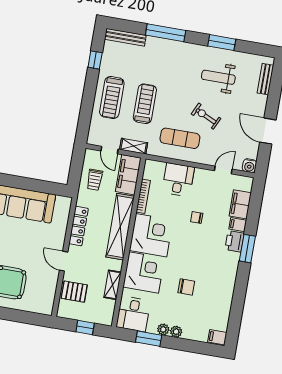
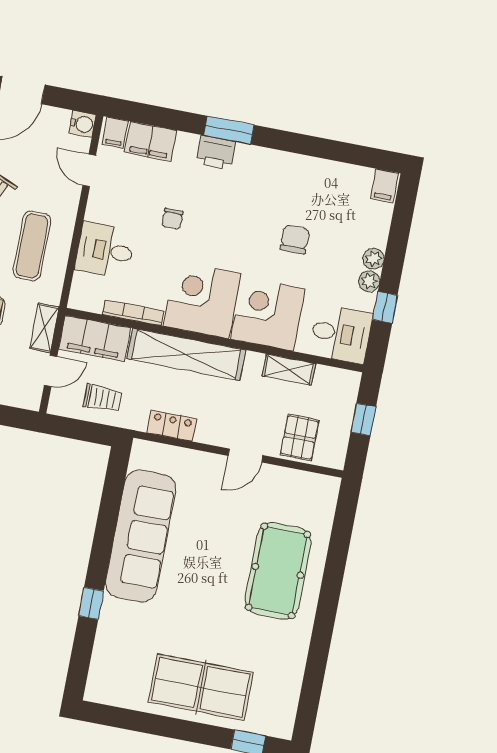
filing cabinet: (238, 225) -> (115, 133), moved
locker: (78, 226) -> (172, 426), width x0.66
window: (149, 339) -> (385, 307), width x0.67

